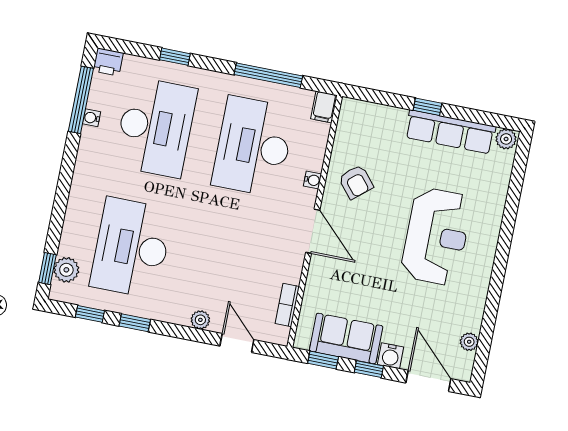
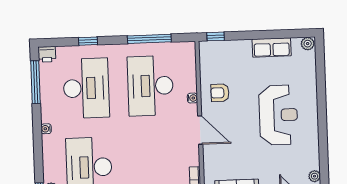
filing cabinet: (324, 107) -> (189, 51), removed
window: (428, 107) -> (216, 36), moved
water cooler: (91, 118) -> (46, 129), moved
row of seats: (450, 132) -> (272, 47), width x0.68
armchair: (356, 182) -> (220, 93), turned 130

